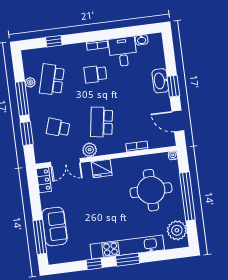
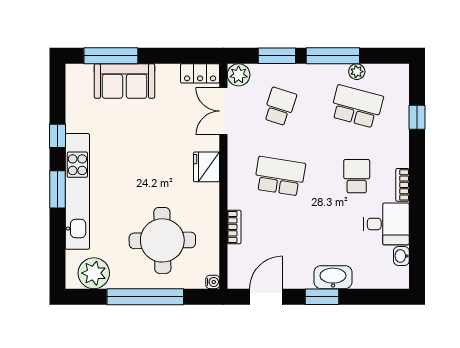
plant: (90, 150) -> (239, 75), moved

